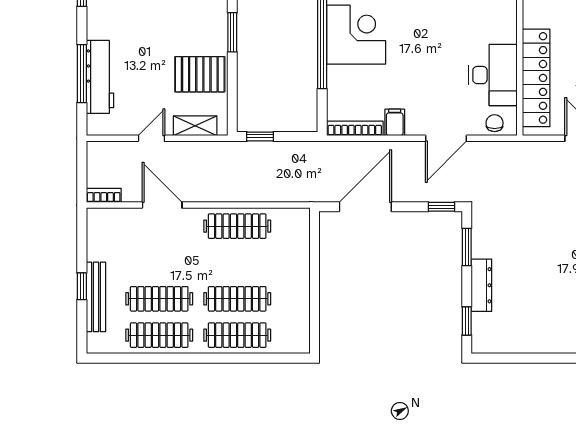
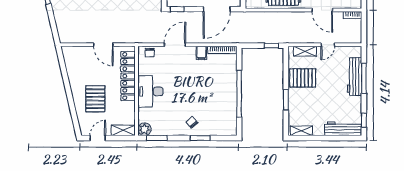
corner desk: (356, 35) -> (222, 98), removed
desk: (493, 75) -> (150, 91), moved

